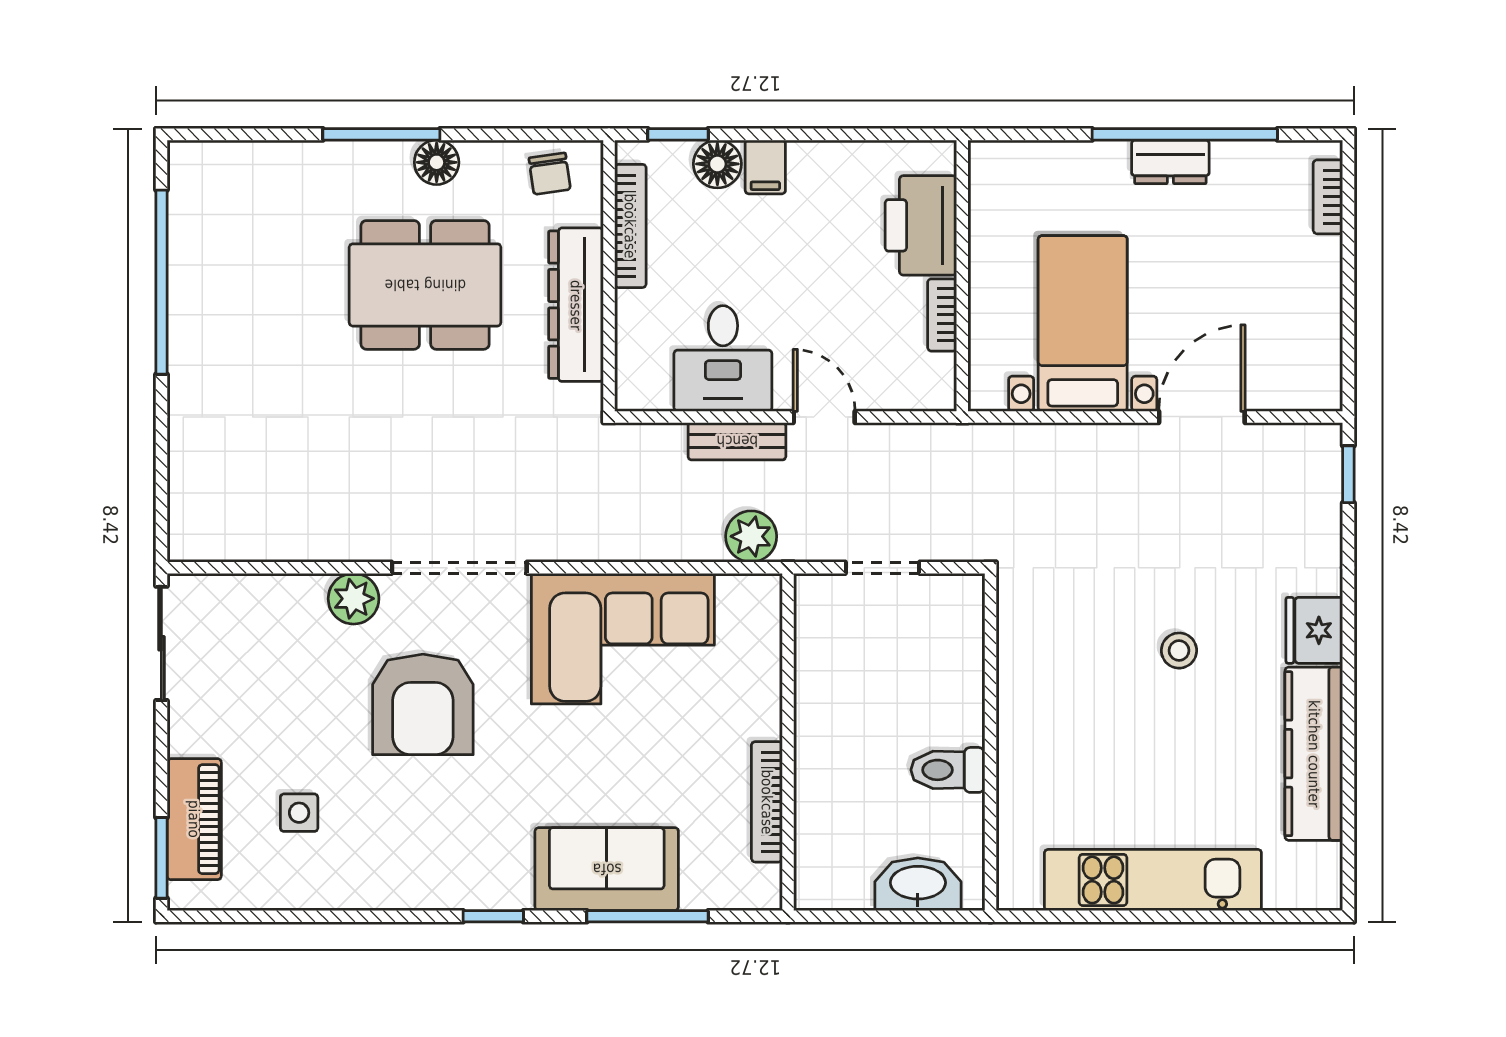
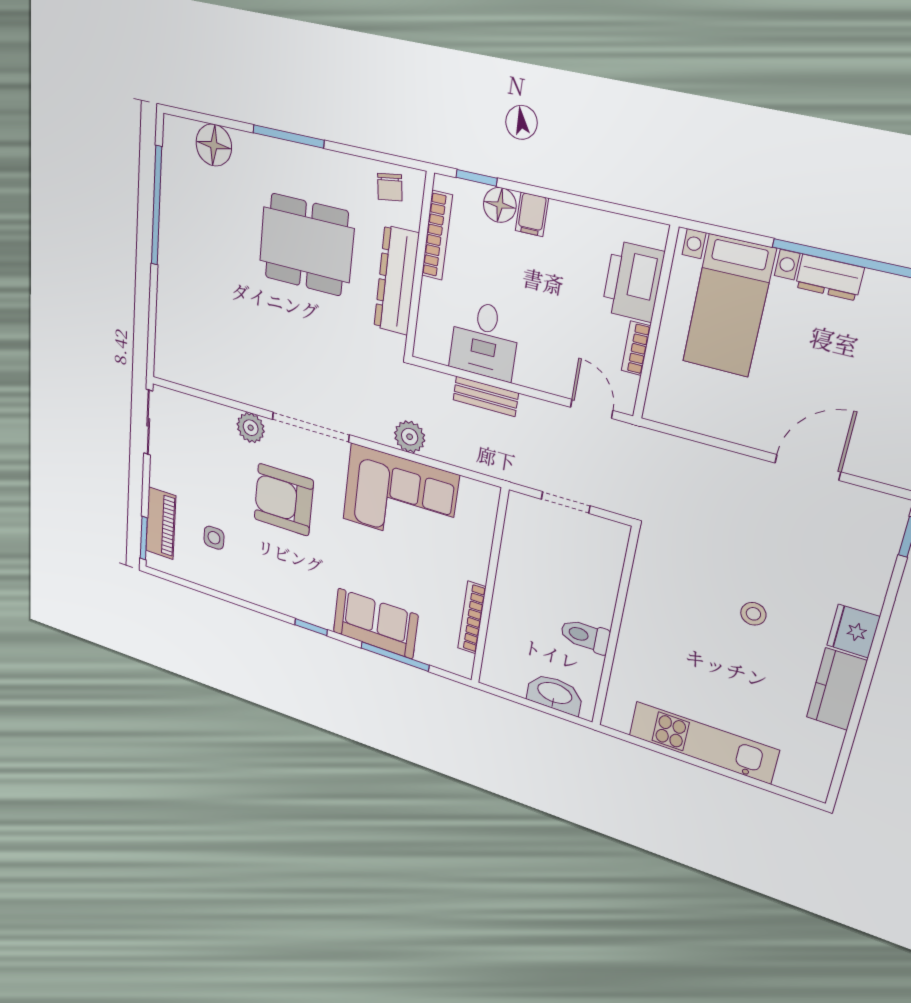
floor lamp: (437, 162) -> (214, 145), moved, width x1.38, depth x1.38
bed with nightstands: (1083, 323) -> (729, 306), moved, turned 180
door: (824, 417) -> (592, 409), moved
plant: (751, 536) -> (410, 437), moved
armchair: (423, 704) -> (284, 500), turned 90
kitchen counter: (1314, 754) -> (837, 689), width x0.67

